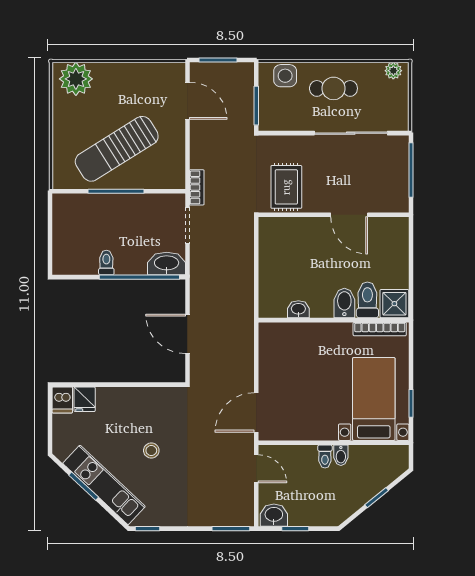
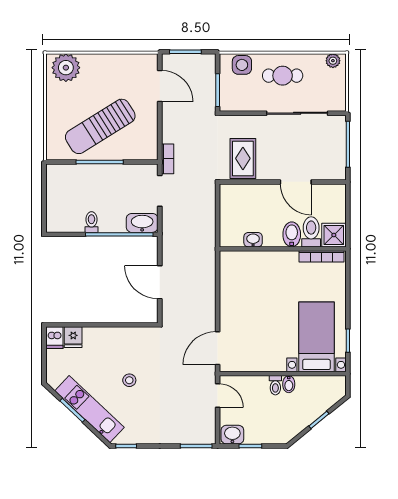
toilet: (367, 300) -> (311, 232), moved
bidet: (344, 303) -> (292, 234), moved
shower: (394, 304) -> (334, 235), moved
washbasin: (298, 309) -> (253, 240), moved
wall: (334, 320) -> (283, 249), moved
bookcase: (380, 329) -> (321, 256), moved

